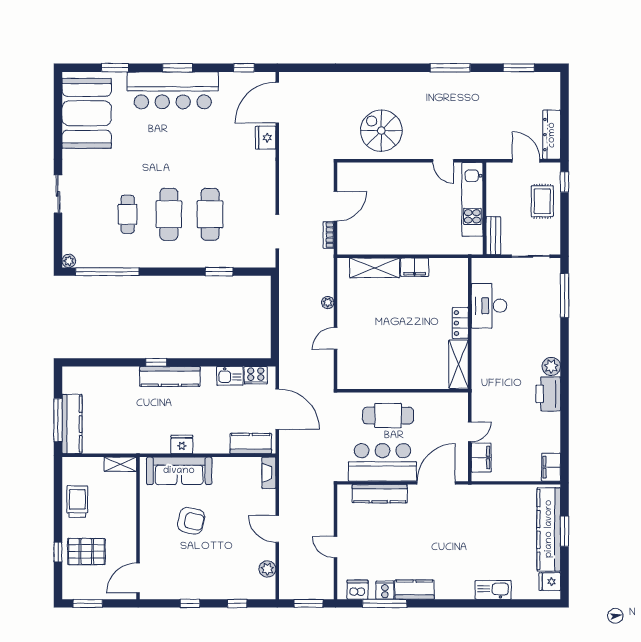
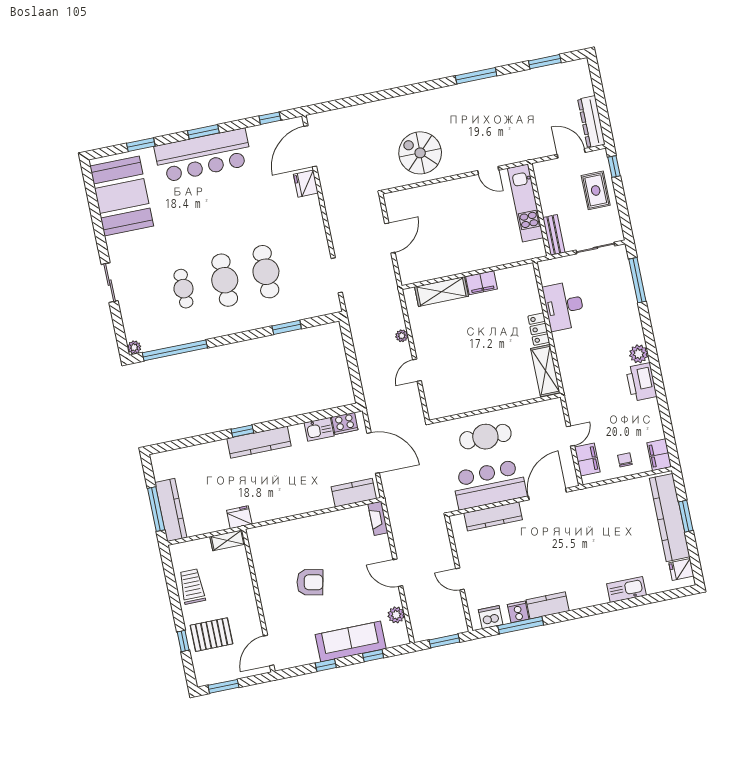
bookcase: (329, 235) -> (389, 268), removed
fridge: (182, 444) -> (239, 517), moved
chair: (517, 465) -> (625, 460), added
sofa: (179, 471) -> (351, 642), moved, turned 180

